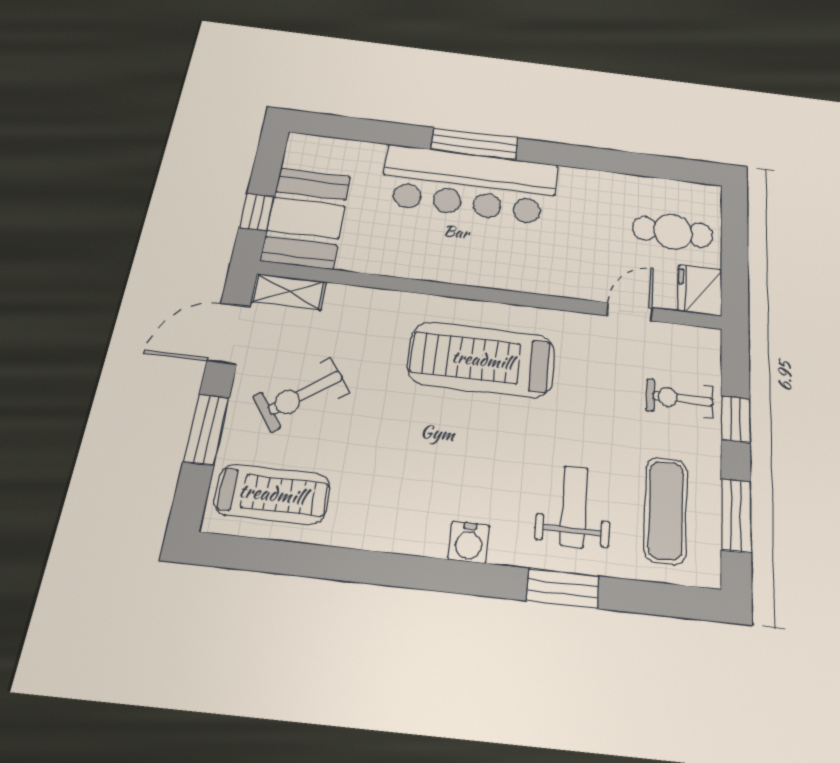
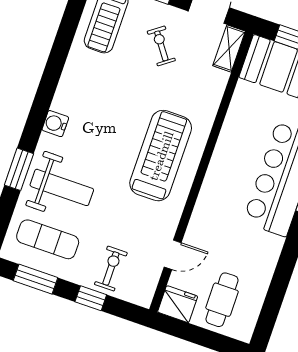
door: (630, 312) -> (173, 255), hinge flipped
exercise bike: (301, 395) -> (161, 46), width x0.73, depth x0.72
weight bench: (574, 506) -> (62, 187), width x1.36, depth x1.33

